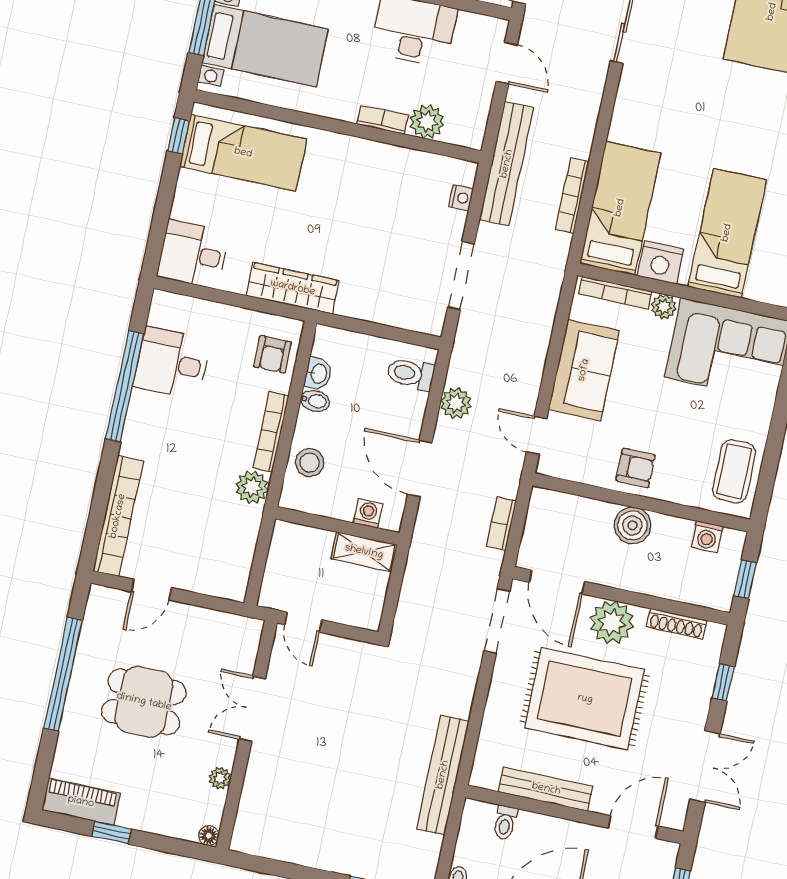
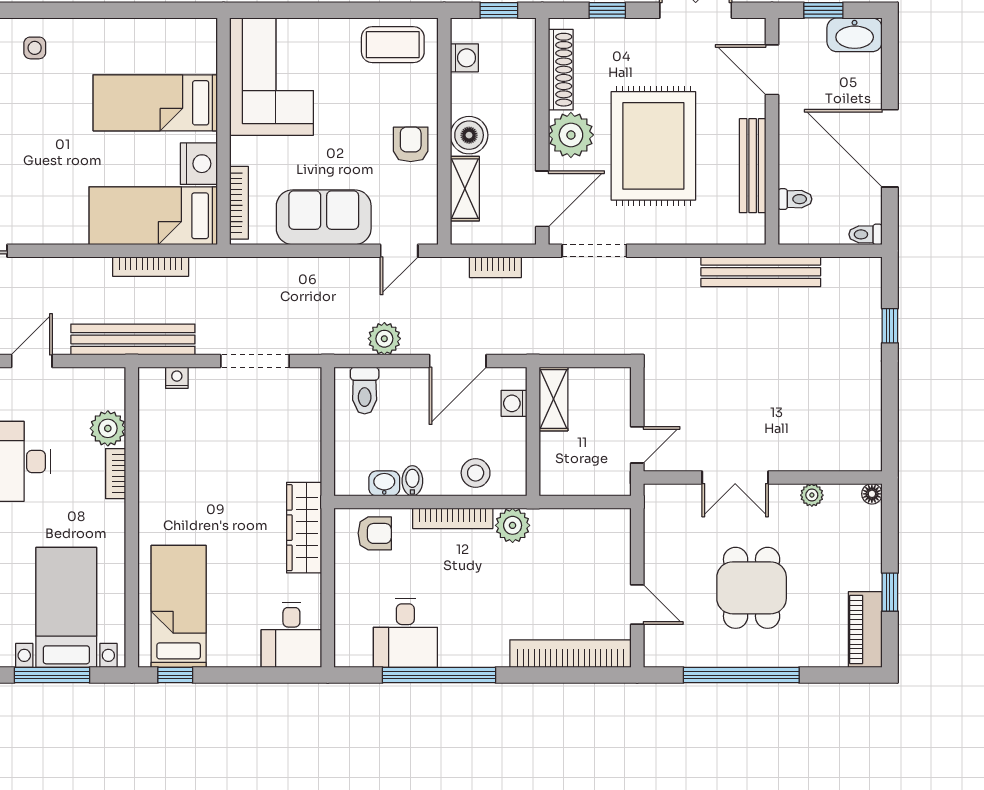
plant: (664, 307) -> (243, 151), removed
shelving: (582, 510) -> (465, 189), added
shoe rack: (677, 624) -> (561, 70), width x1.36, depth x1.24

